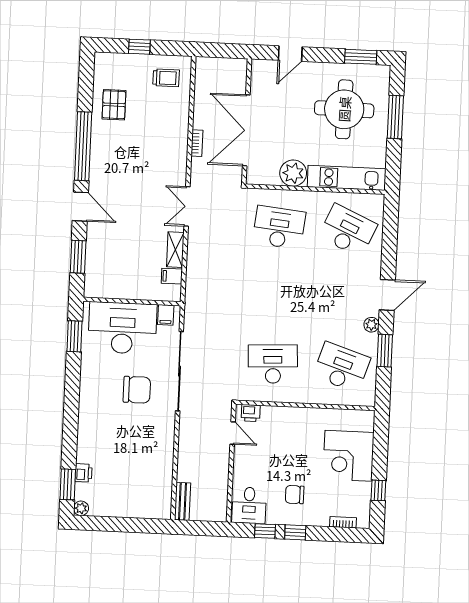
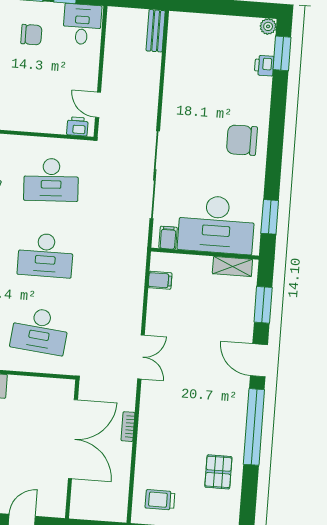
plant: (293, 173) -> (22, 390), removed
shelving: (175, 250) -> (232, 266), moved, turned 90
desk: (276, 296) -> (45, 255), added
chair: (137, 390) -> (242, 140), moved

